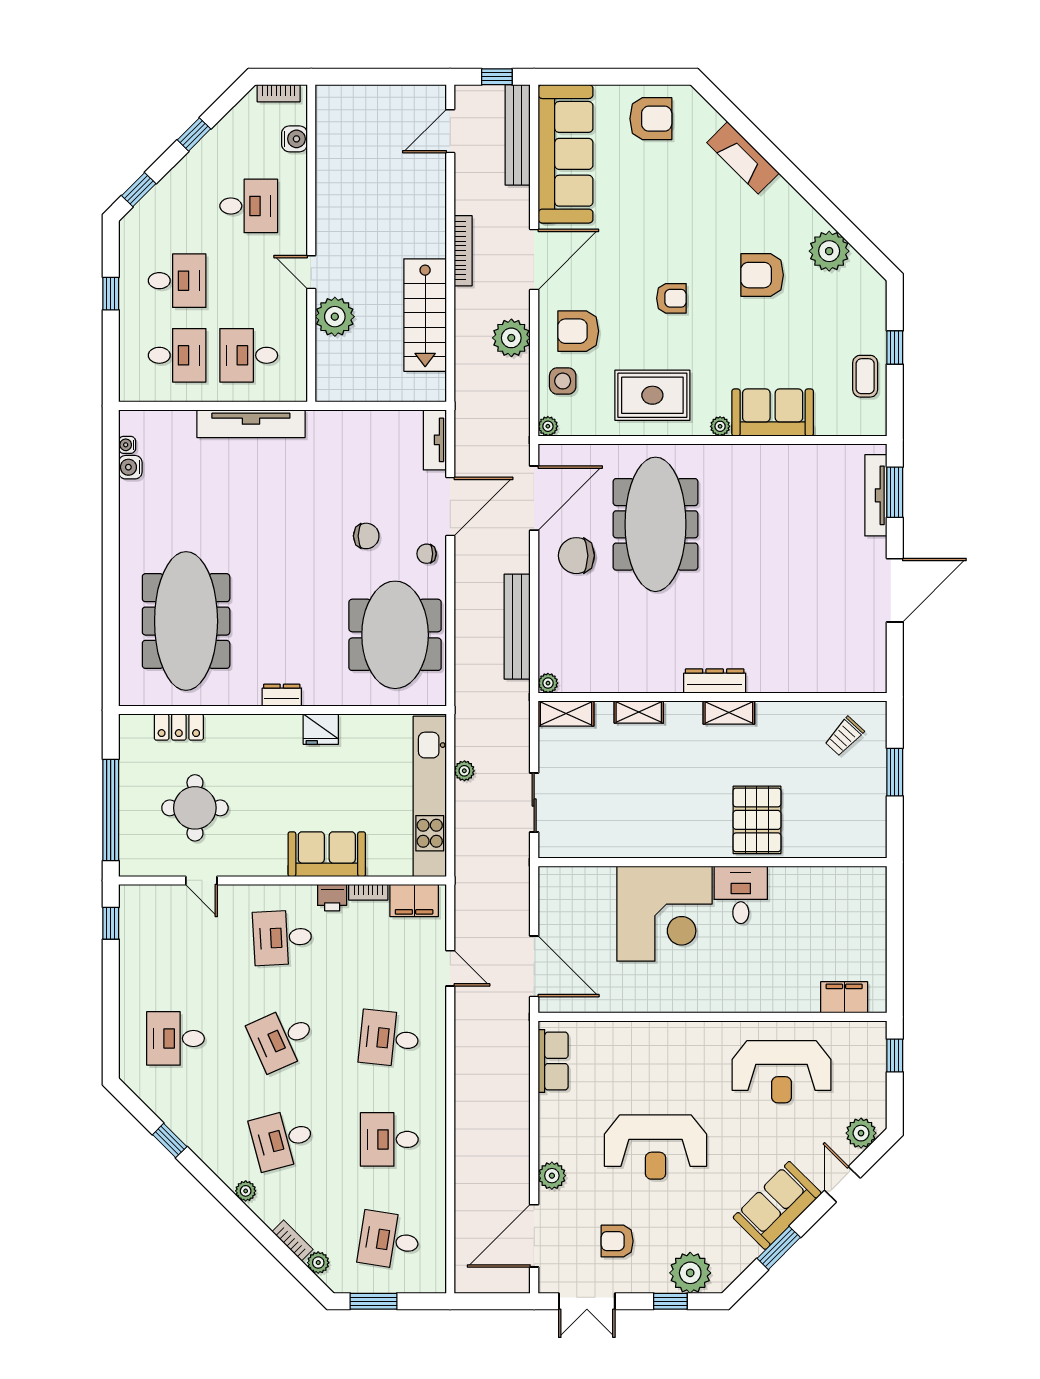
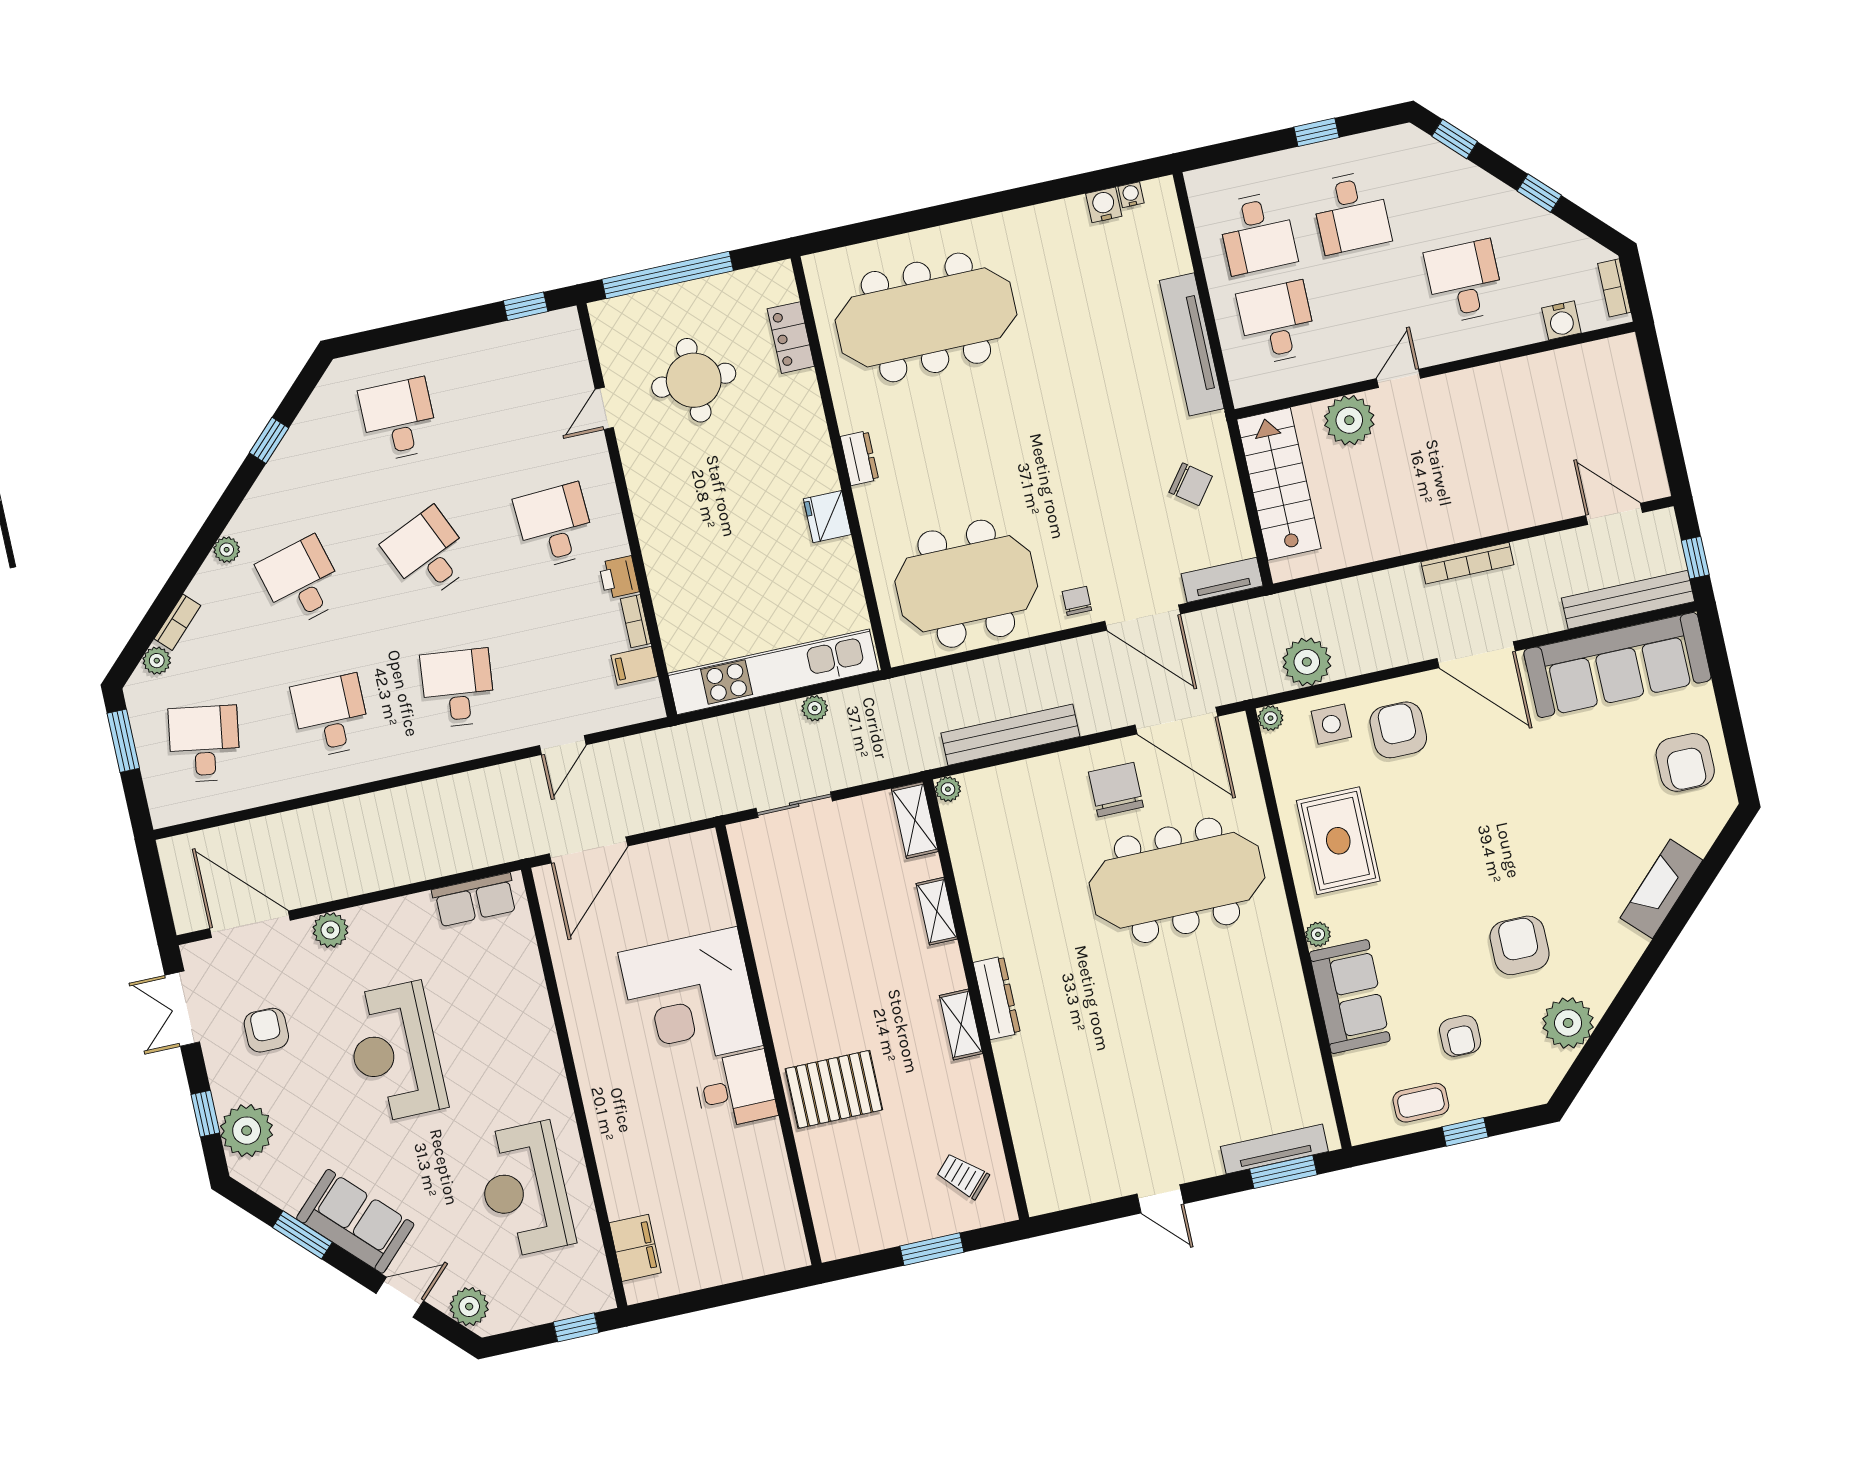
desk: (249, 206) -> (1464, 282), turned 180
armchair: (671, 298) -> (1460, 1036), moved
stairs: (425, 315) -> (1279, 484), moved, turned 90
plant: (511, 338) -> (1307, 662), moved
chair: (366, 536) -> (1191, 484), moved, turned -53
door: (895, 590) -> (1160, 1199), width x0.53
sofa: (327, 854) -> (672, 559), removed
filing cabinet: (414, 901) -> (634, 666), width x0.50

